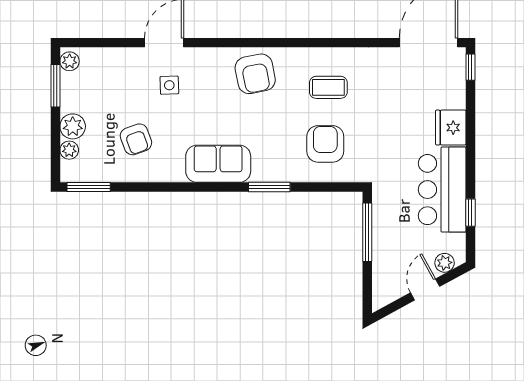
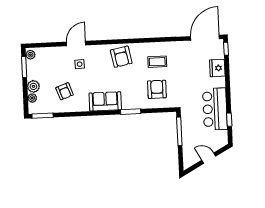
fridge: (451, 128) -> (217, 68), moved
plant: (445, 263) -> (218, 145), removed
door: (425, 290) -> (209, 158), hinge flipped

